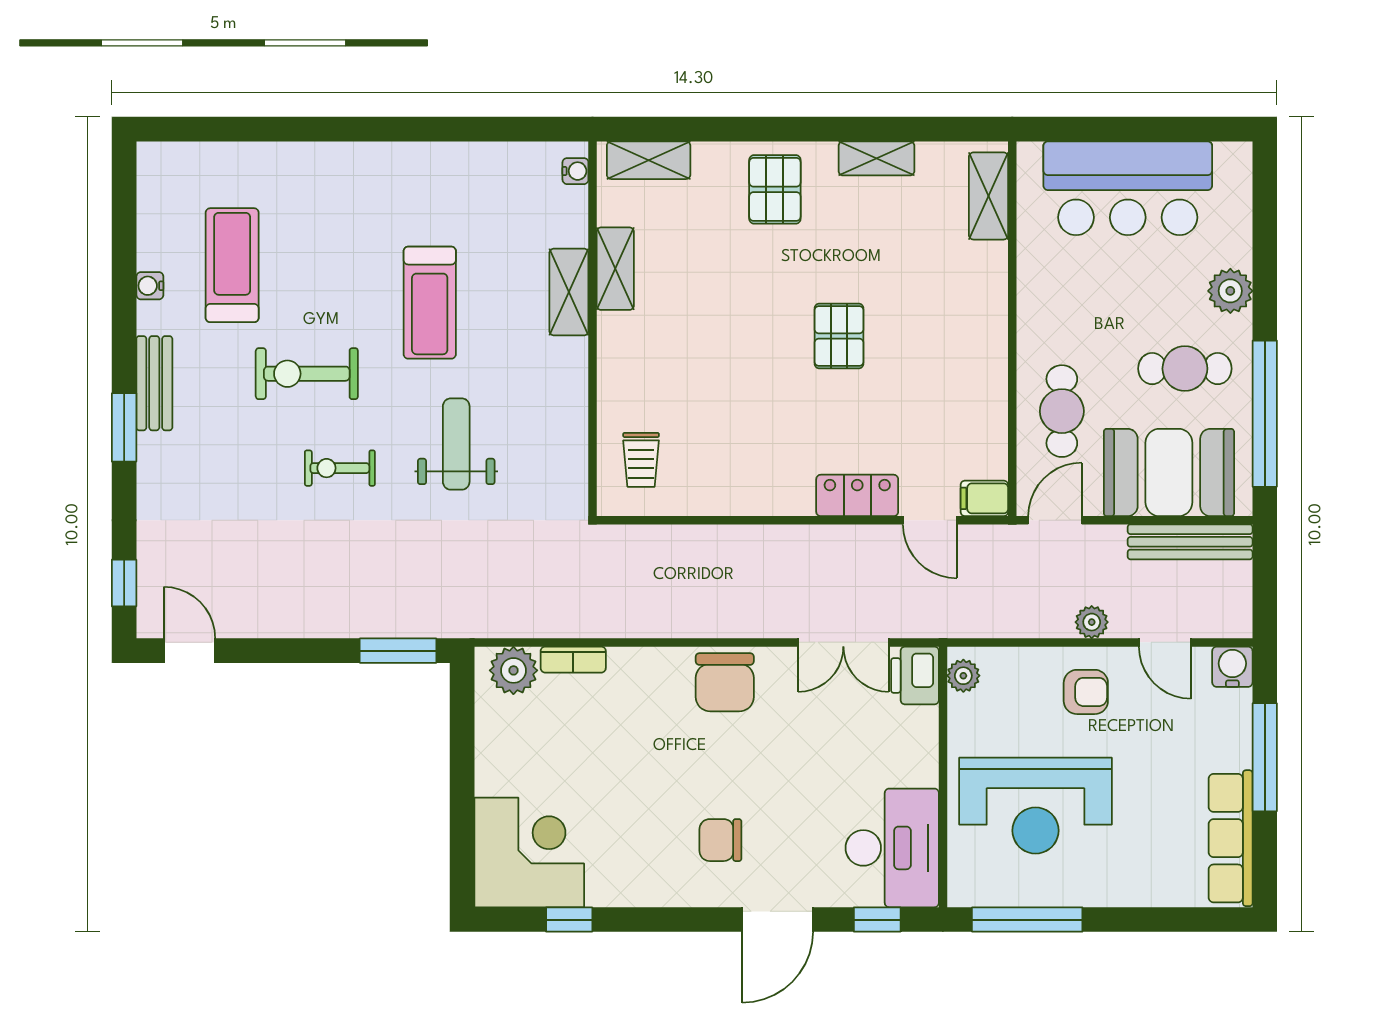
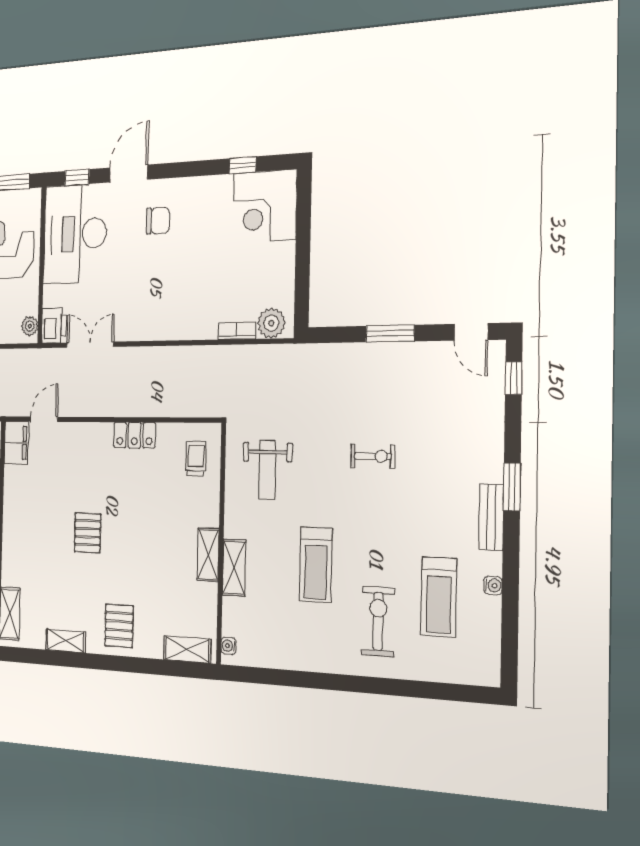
shelving: (615, 269) -> (208, 554), moved
treadmill: (430, 303) -> (316, 565), turned 180
exercise bike: (307, 374) -> (378, 621), moved, turned -90
weight bench: (456, 444) -> (267, 470), moved
locker: (857, 495) -> (134, 435), moved
filing cabinet: (984, 498) -> (16, 443), width x2.00
door: (930, 520) -> (44, 419), hinge flipped
window: (398, 651) -> (390, 334), moved
chair: (725, 682) -> (153, 319), removed
desk: (892, 848) -> (75, 234), width x1.36, depth x1.30

